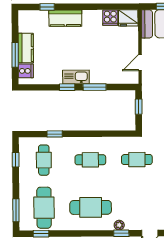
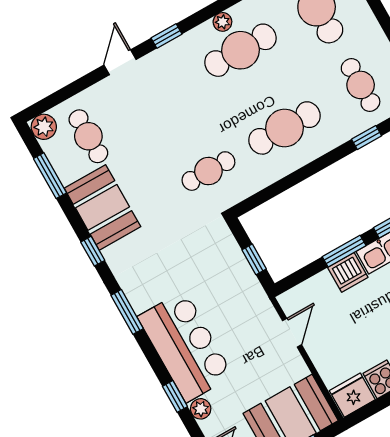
dishwasher: (98, 76) -> (348, 272), added
cafe table: (90, 160) -> (284, 128), width x1.37, depth x1.35
plant: (119, 225) -> (222, 22), moved

